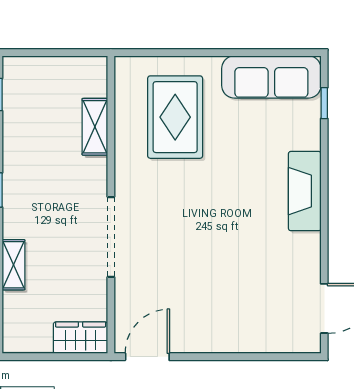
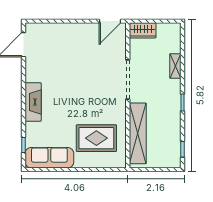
rug: (175, 117) -> (96, 138), turned 90
shelving: (95, 127) -> (138, 133), width x2.20, depth x1.33

